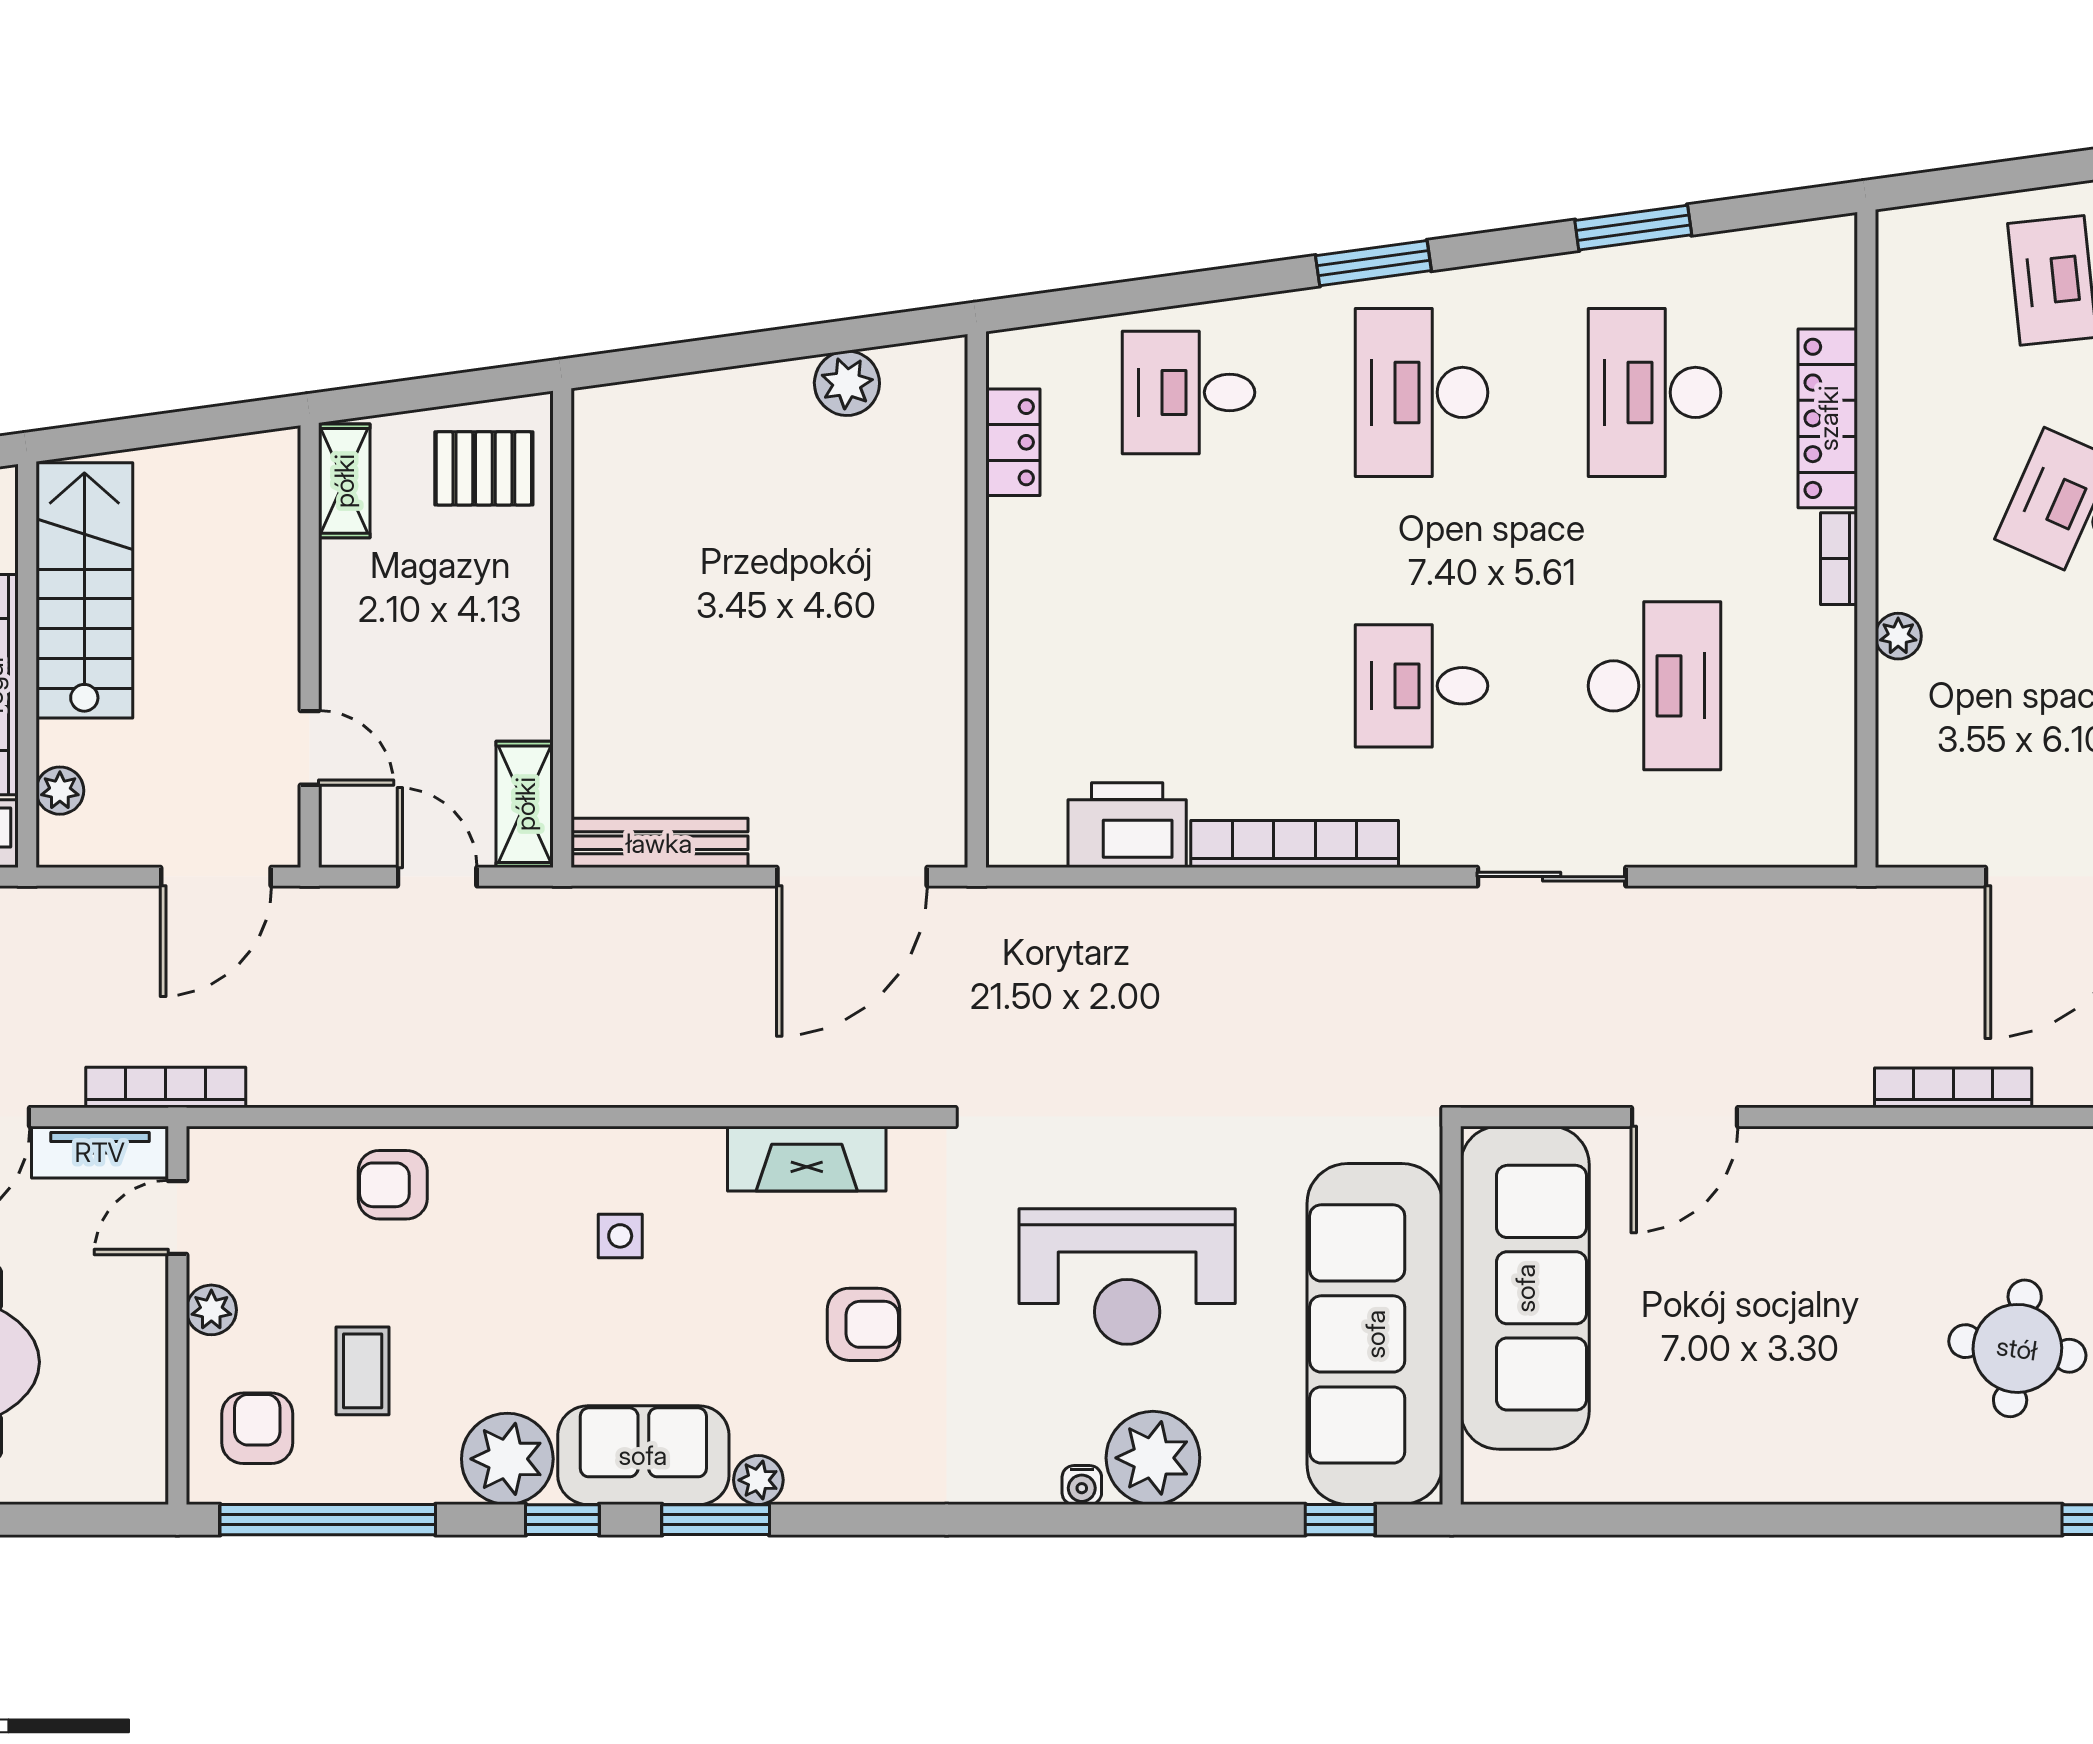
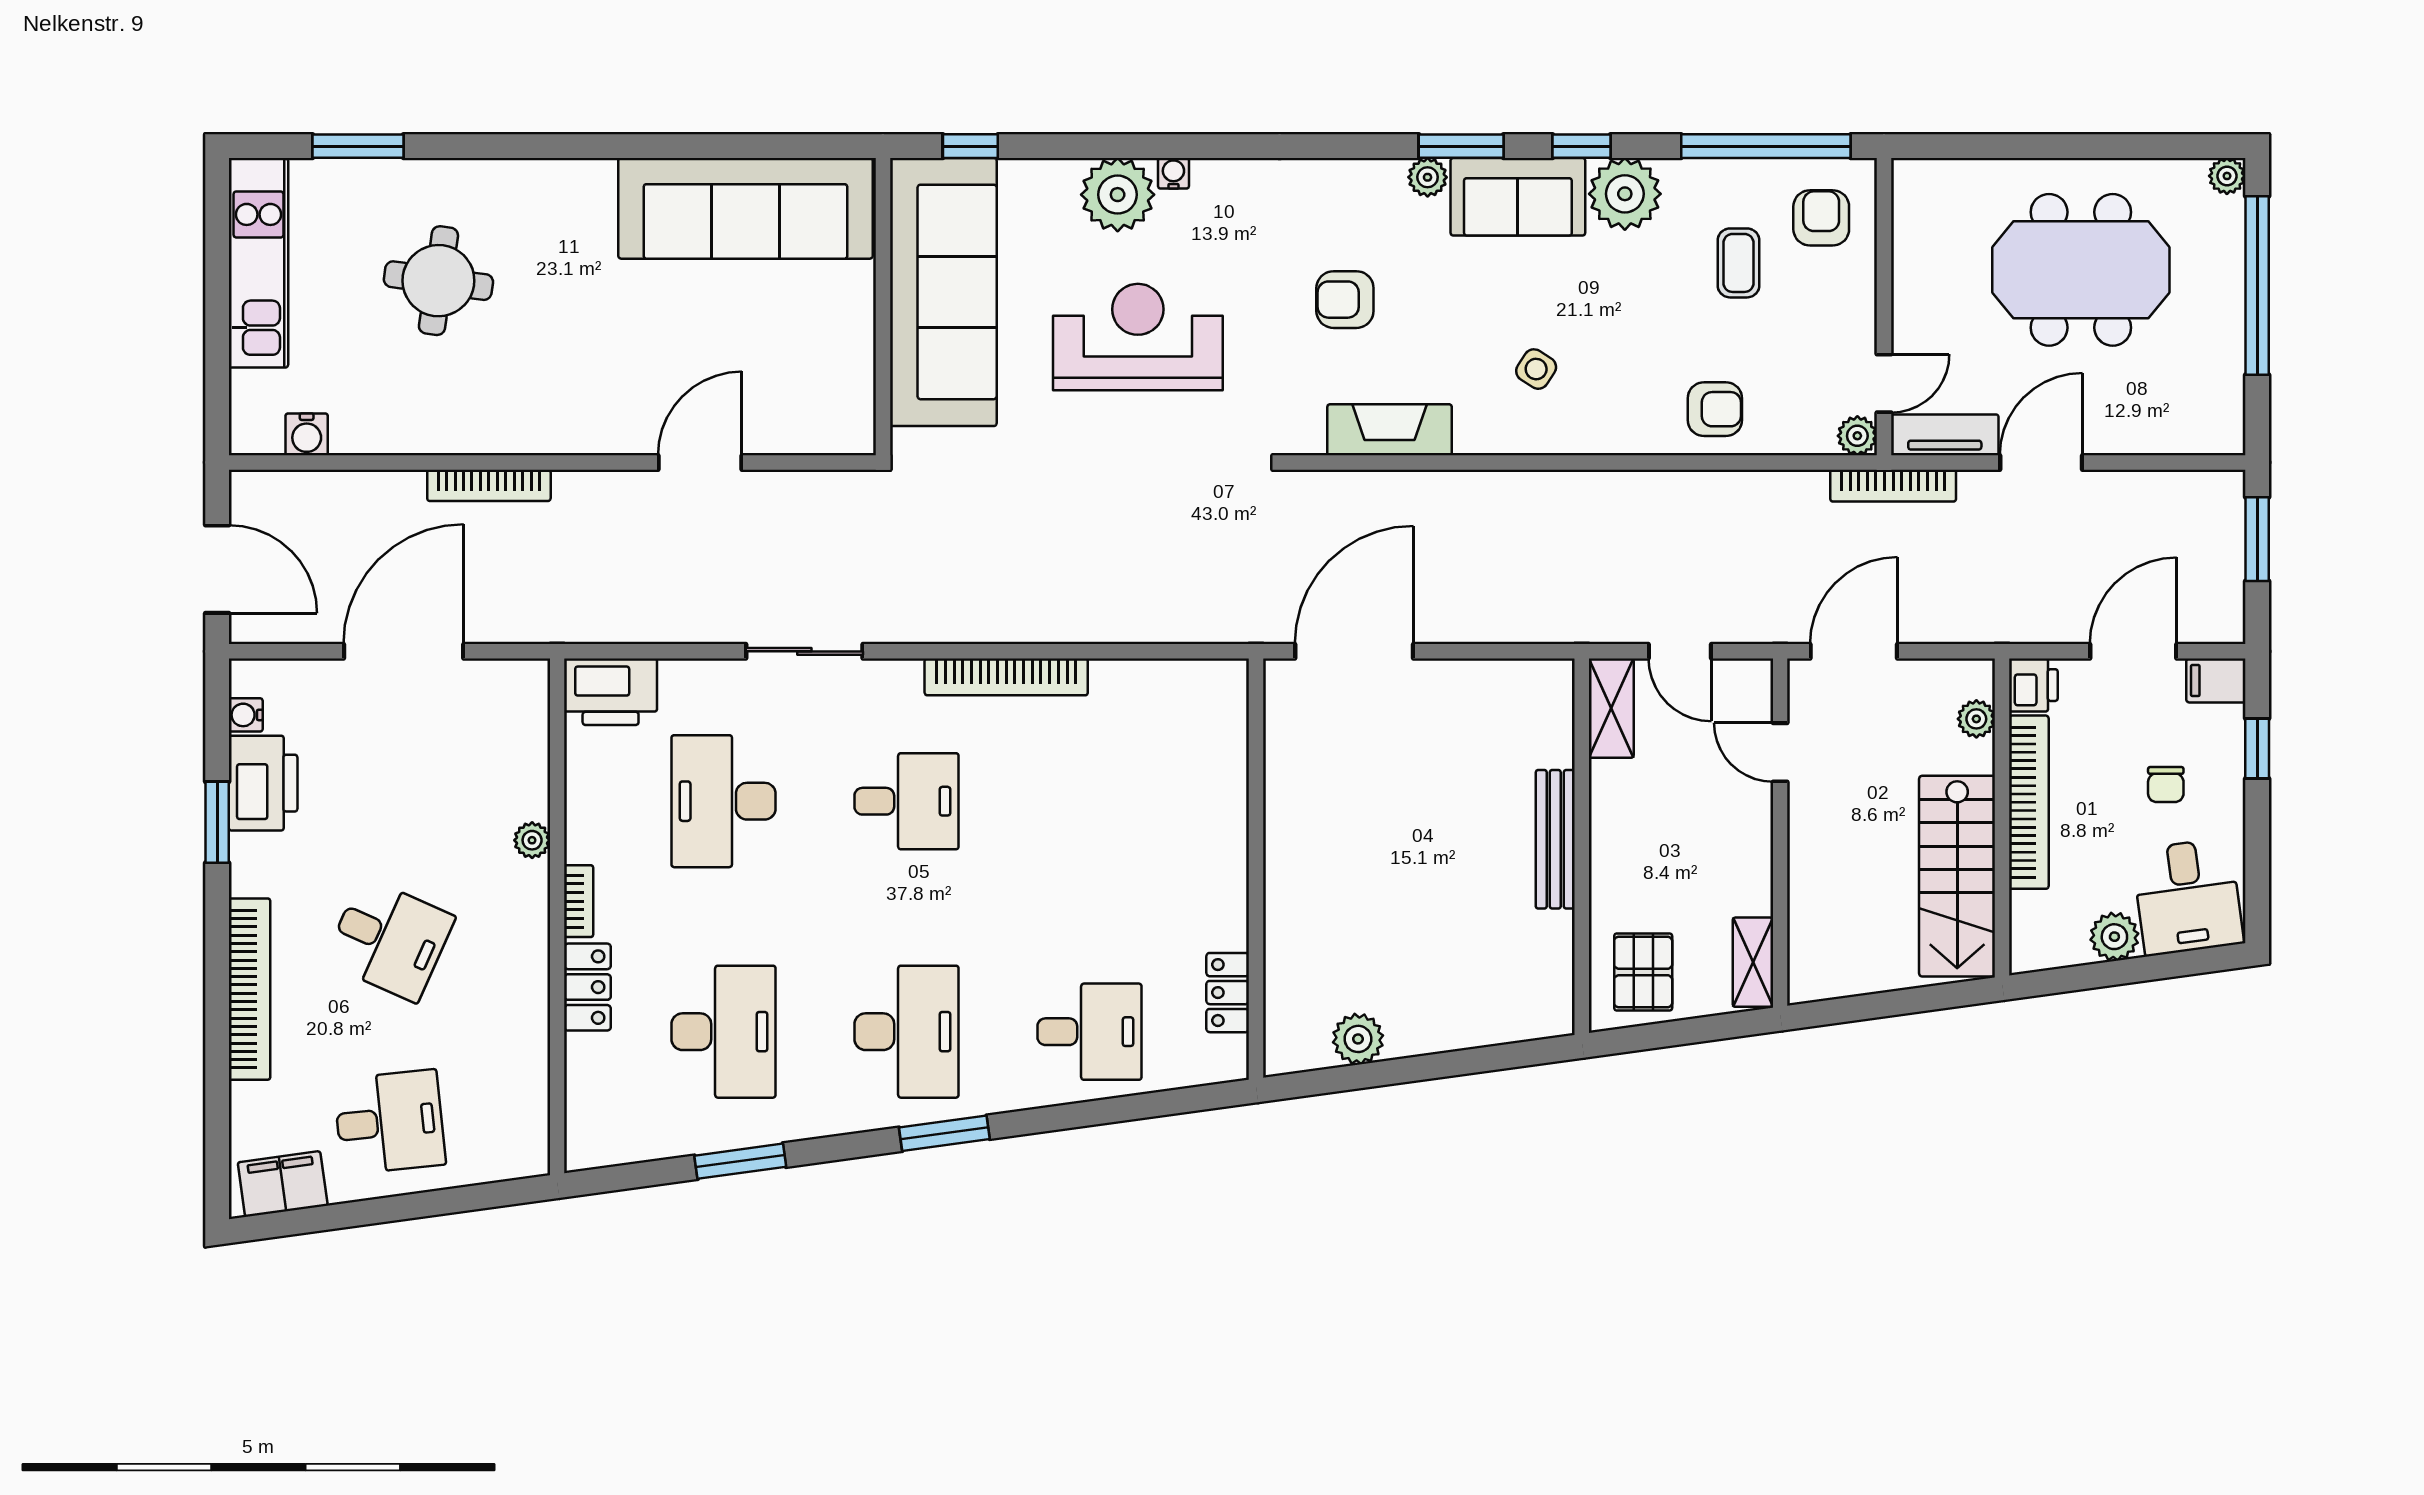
locker: (1828, 418) -> (587, 987), width x0.66
pallet: (484, 468) -> (1643, 972), turned 90
printer: (1127, 825) -> (611, 692), moved
bench: (659, 843) -> (1555, 839), moved, turned 90
side table: (620, 1236) -> (1536, 369), turned 33
sofa: (1525, 1288) -> (745, 208), moved, turned -90
plant: (211, 1310) -> (1857, 436), moved
armchair: (257, 1428) -> (1821, 218), turned 180

